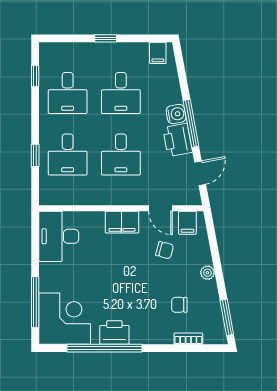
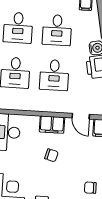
chair: (165, 250) -> (51, 155), moved

